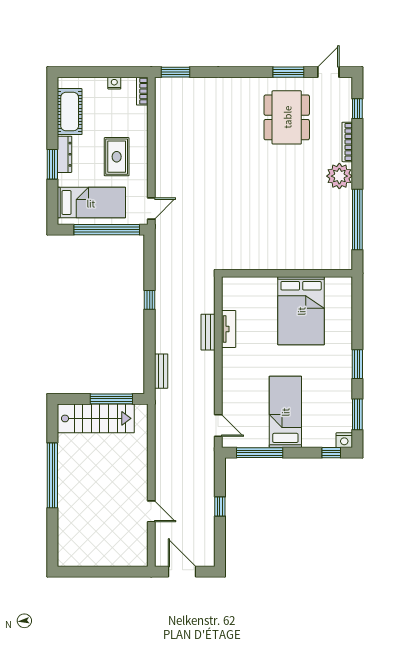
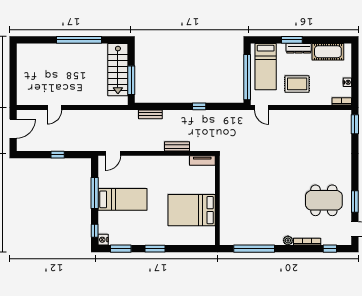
plant: (339, 176) -> (288, 240), width x0.53, depth x0.53
tv unit: (229, 329) -> (202, 161), moved
window: (260, 453) -> (95, 193), moved

